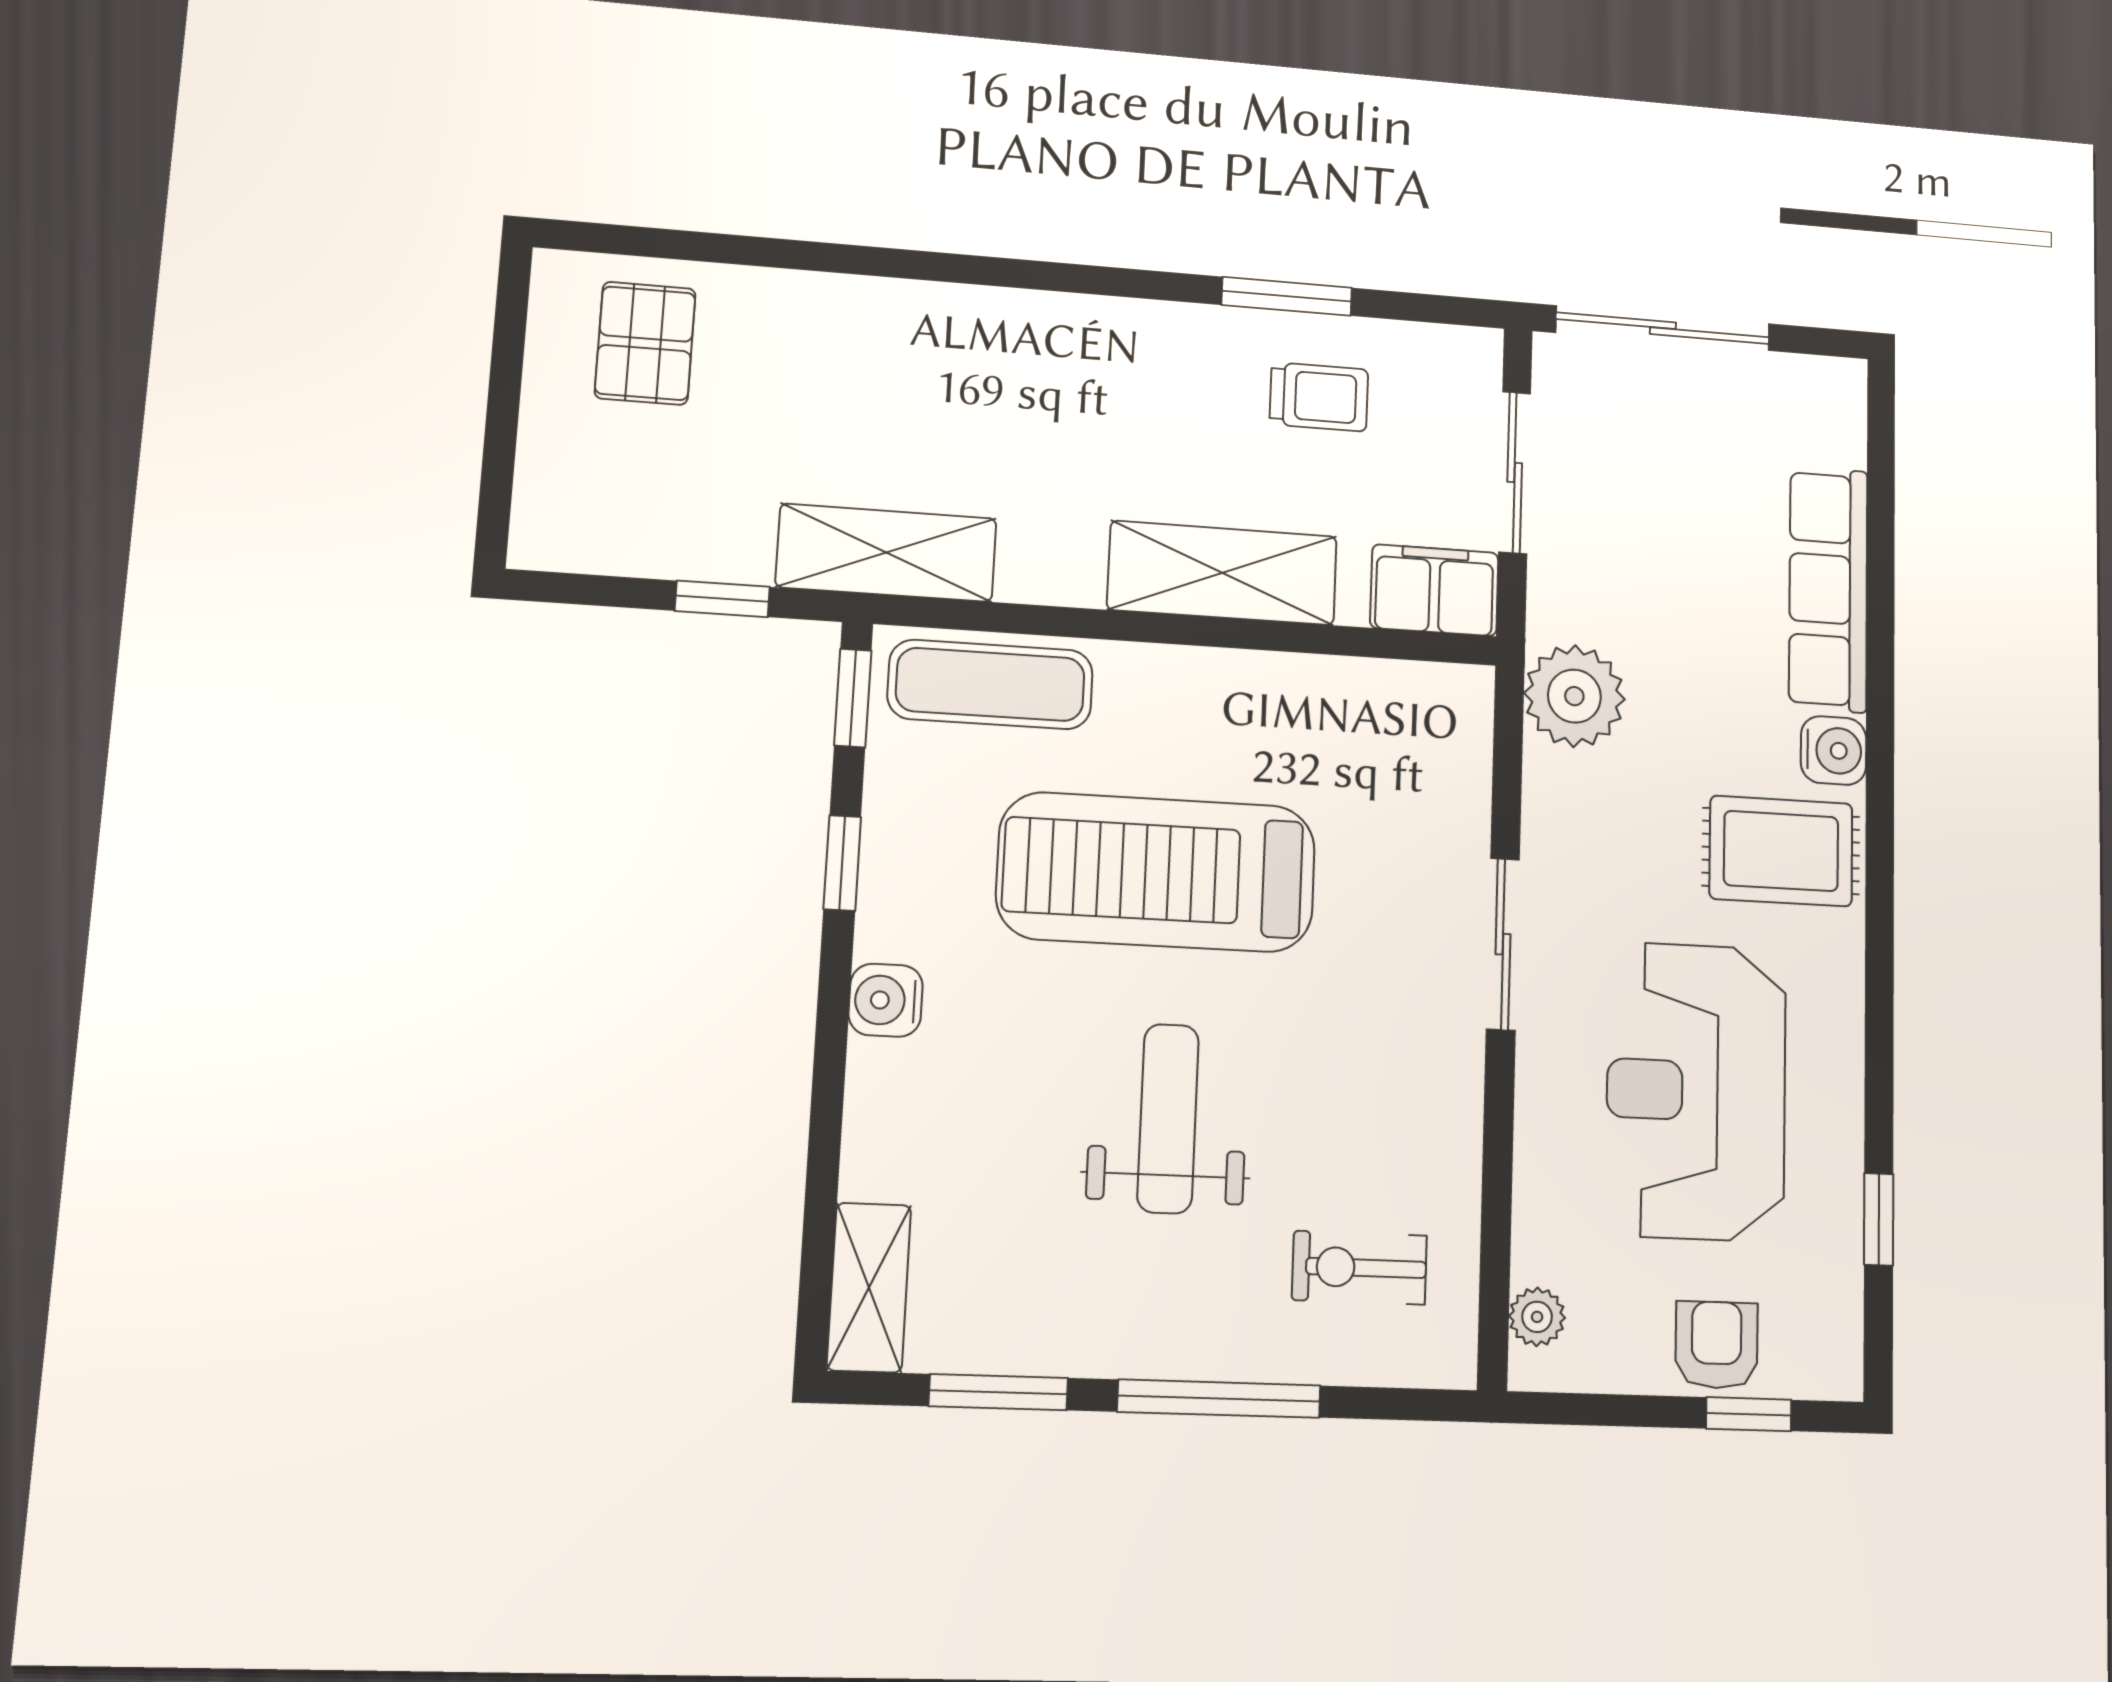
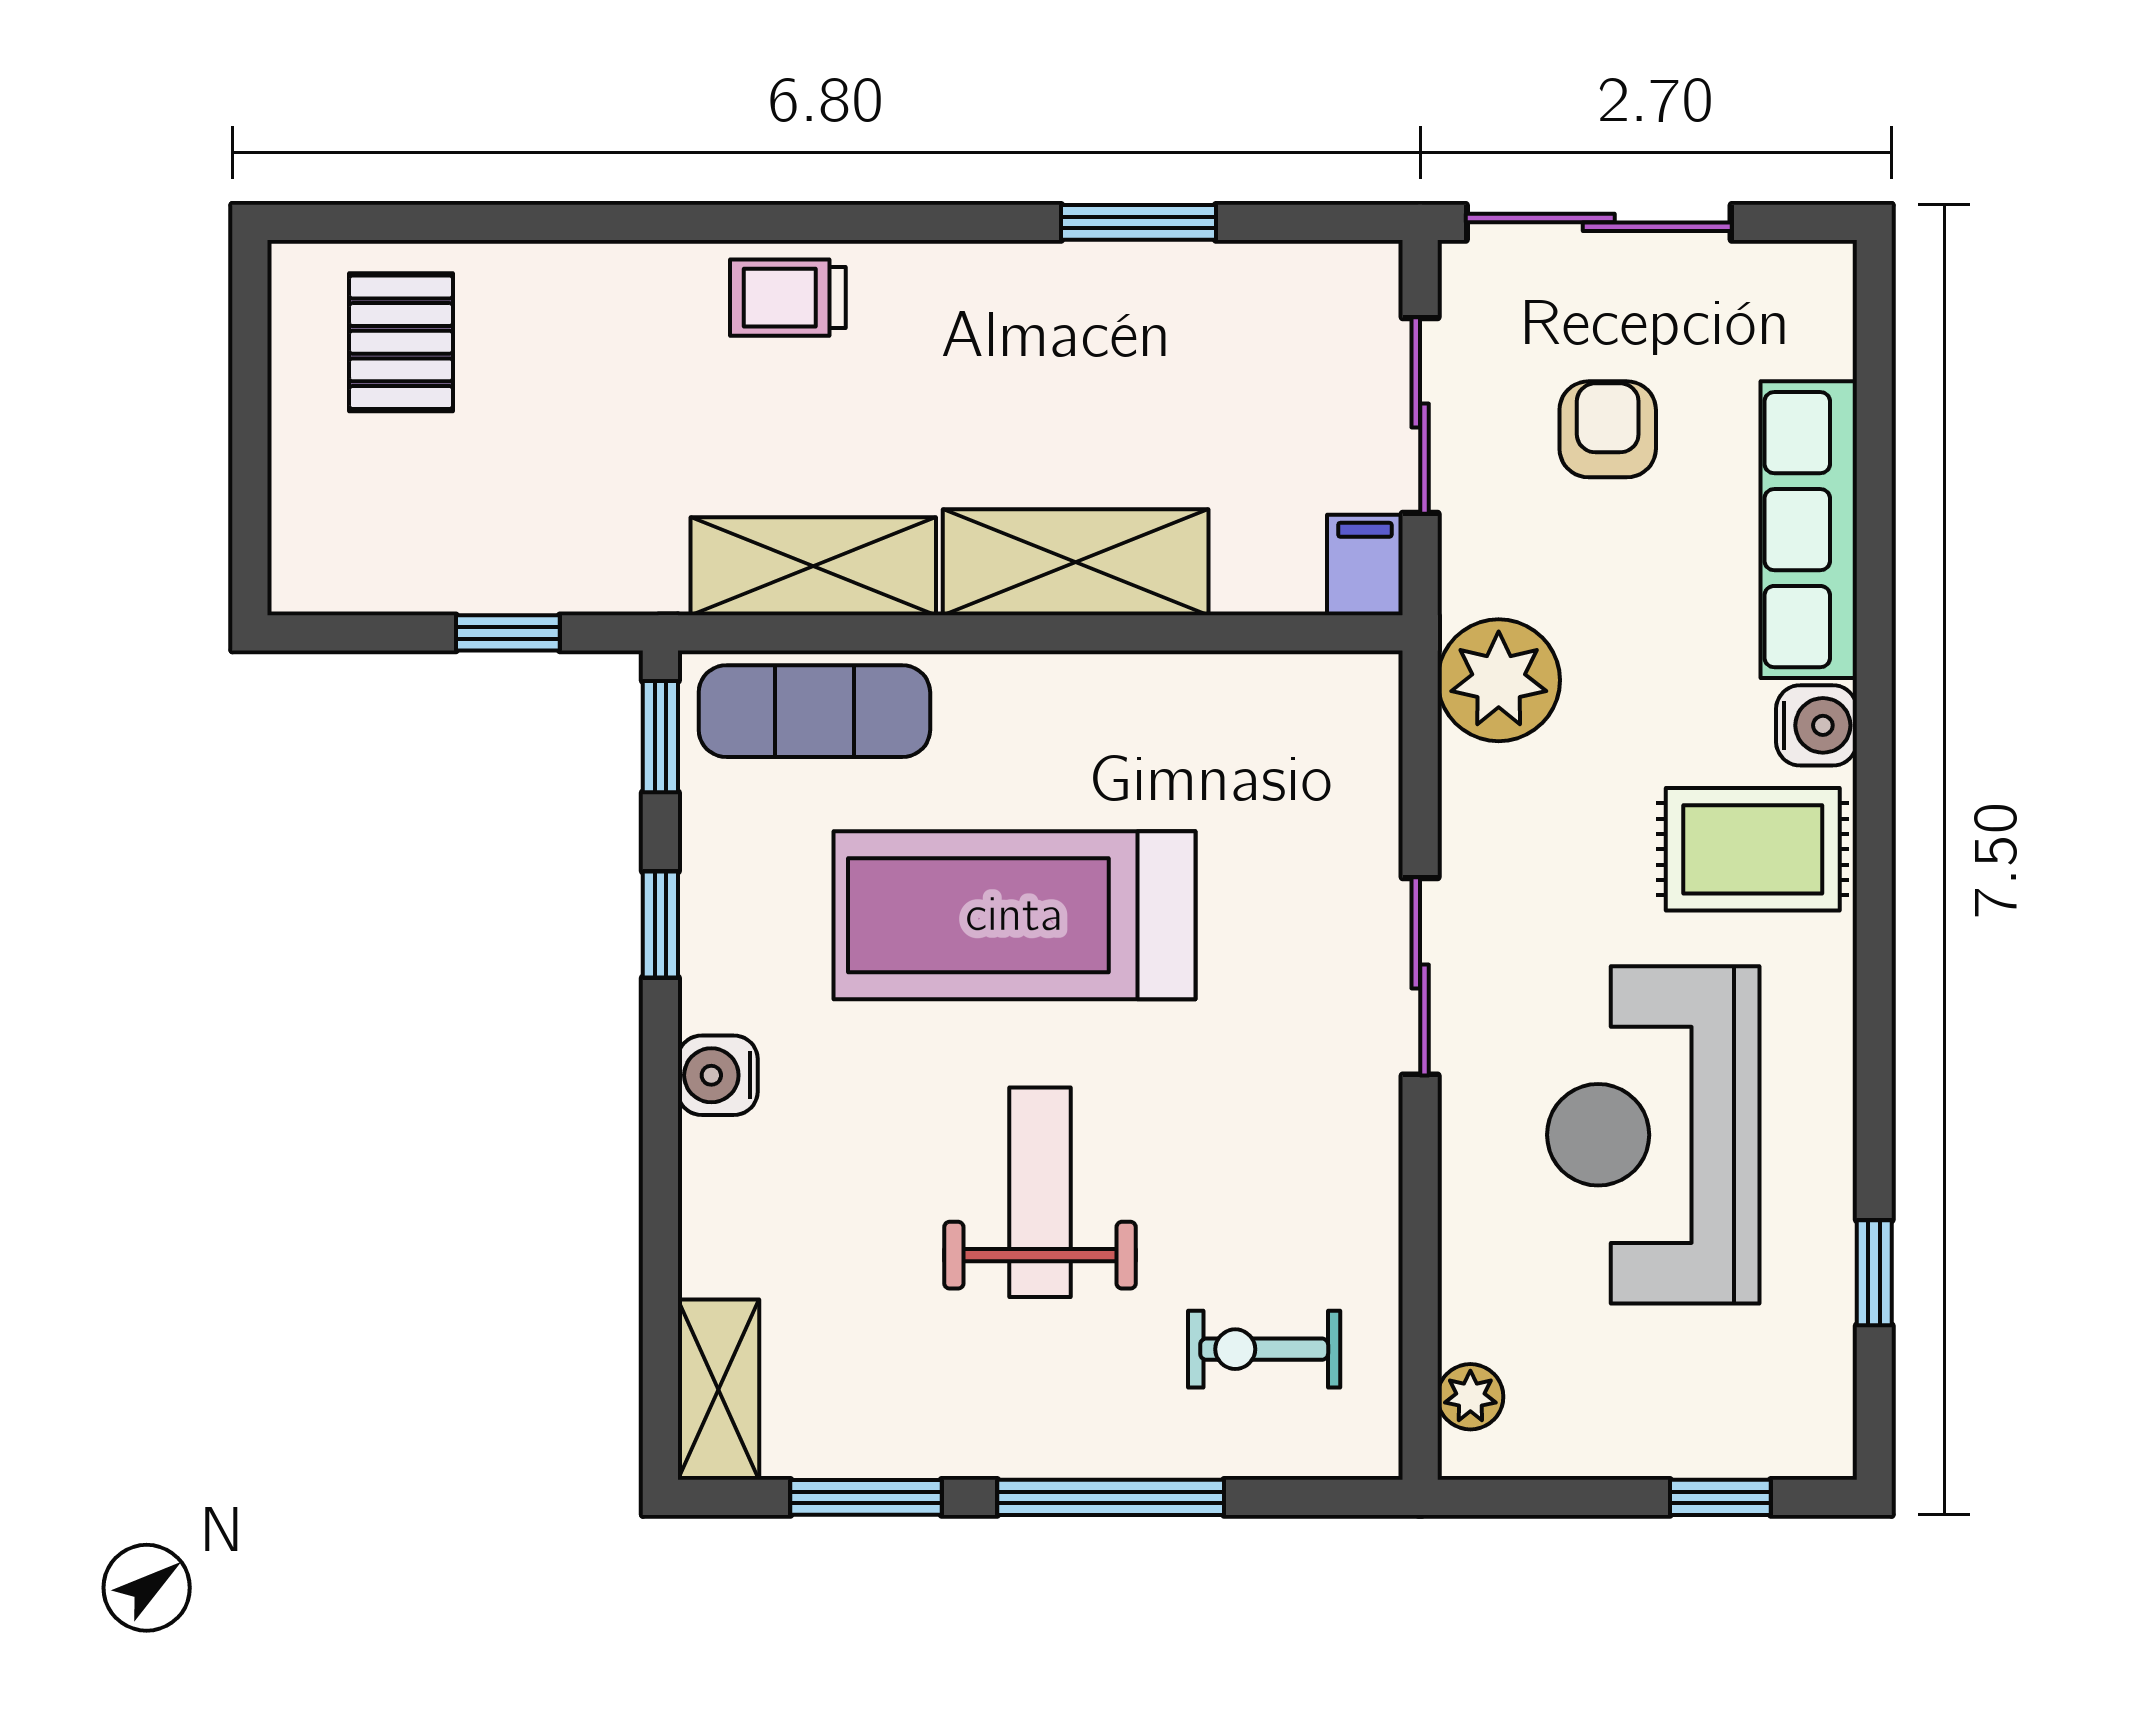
trolley: (1319, 397) -> (788, 298), moved, turned 180
shelving: (886, 553) -> (813, 566), moved
filing cabinet: (1434, 590) -> (1365, 565), width x0.50
armchair: (1717, 1345) -> (1608, 429), moved

